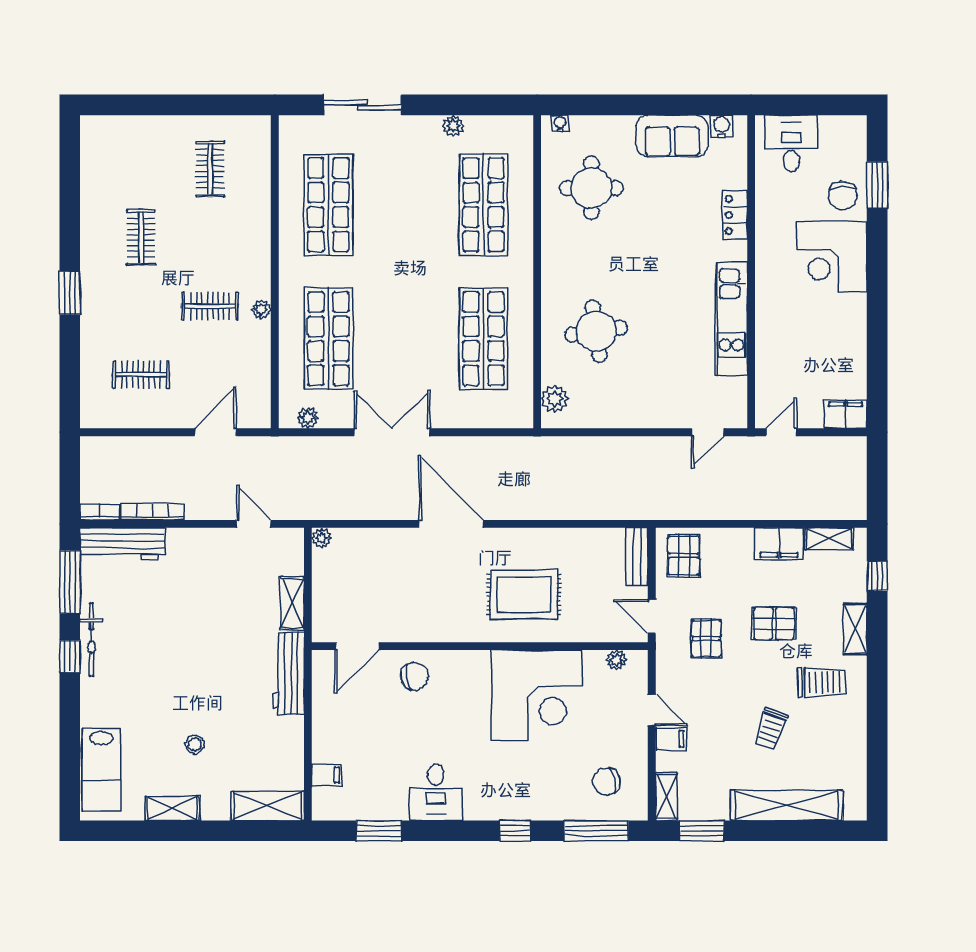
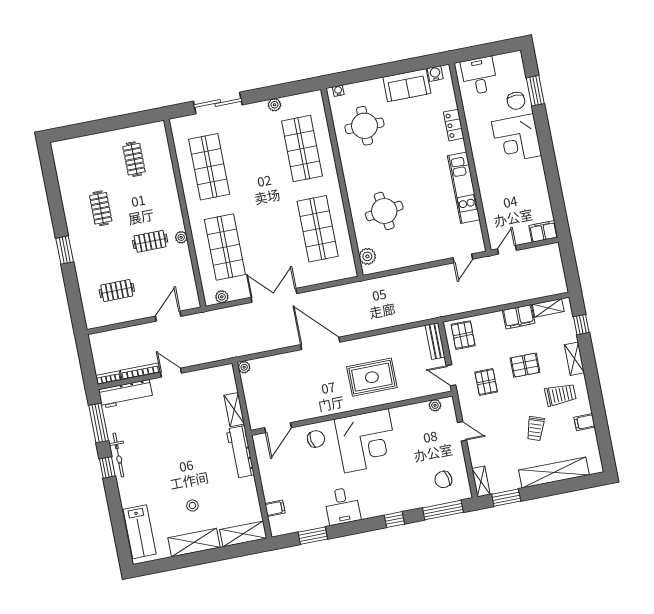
door: (254, 524) -> (171, 373), moved
corner desk: (537, 695) -> (366, 441), moved
filing cabinet: (671, 739) -> (585, 422), moved, turned 180
shelving: (172, 808) -> (194, 543), width x1.50, depth x1.33

